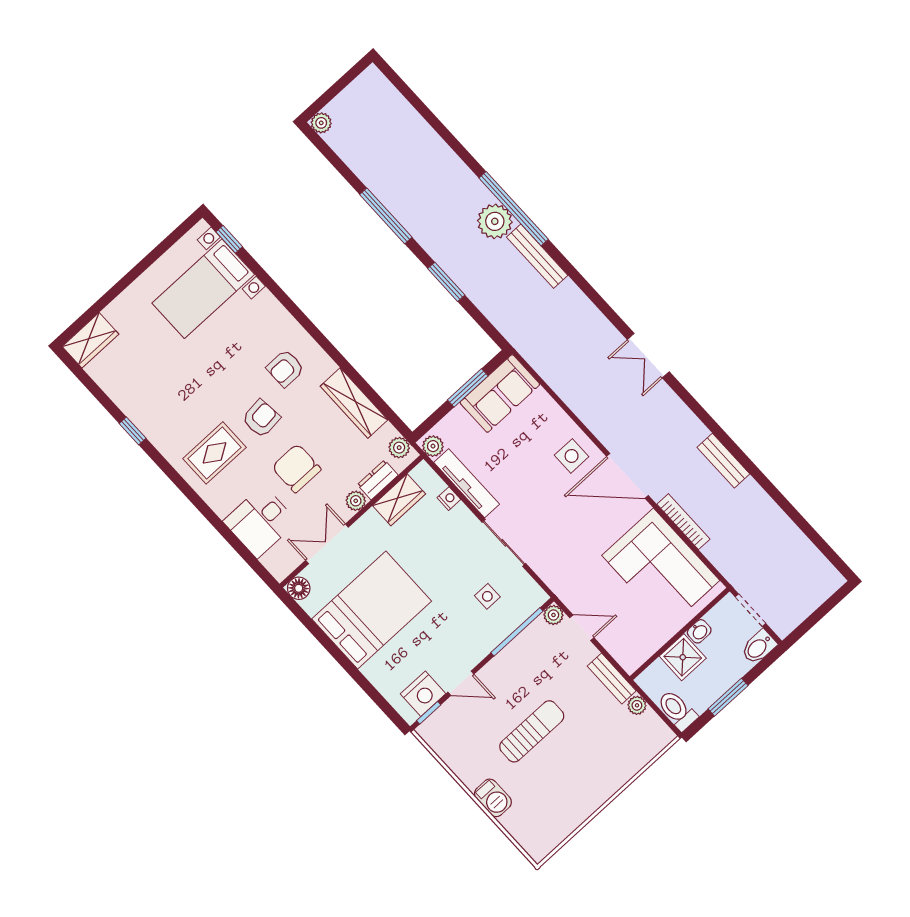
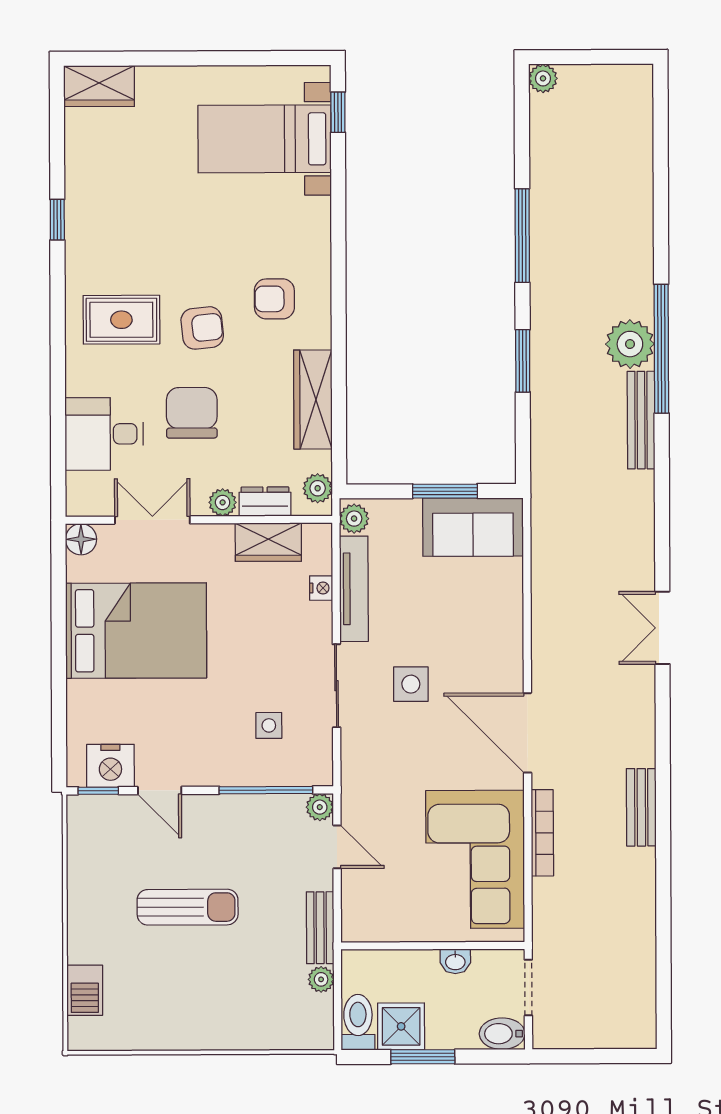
side table: (572, 456) -> (411, 684), moved
shower: (683, 657) -> (401, 1026), moved
barbecue: (493, 798) -> (85, 990), moved

